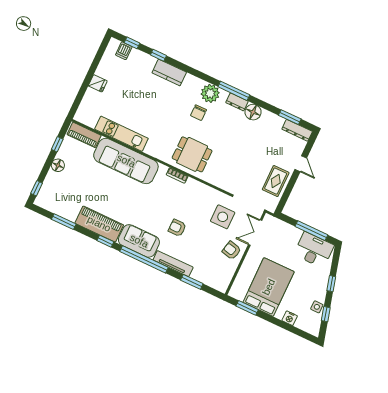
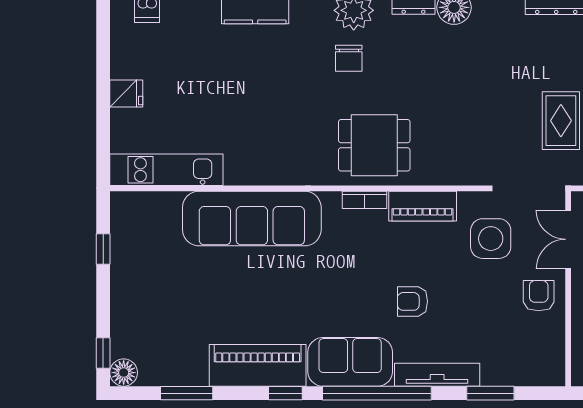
kitchen unit: (121, 134) -> (166, 170), moved
piano: (84, 135) -> (423, 206), moved
floor lamp: (58, 165) -> (124, 373), moved
armchair: (232, 250) -> (539, 296), turned 77

